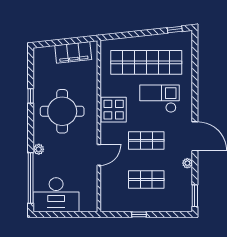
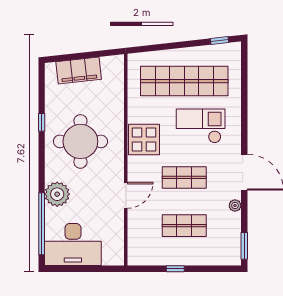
filing cabinet: (73, 52) -> (79, 70), moved
plant: (39, 149) -> (57, 194), width x1.88, depth x1.88

